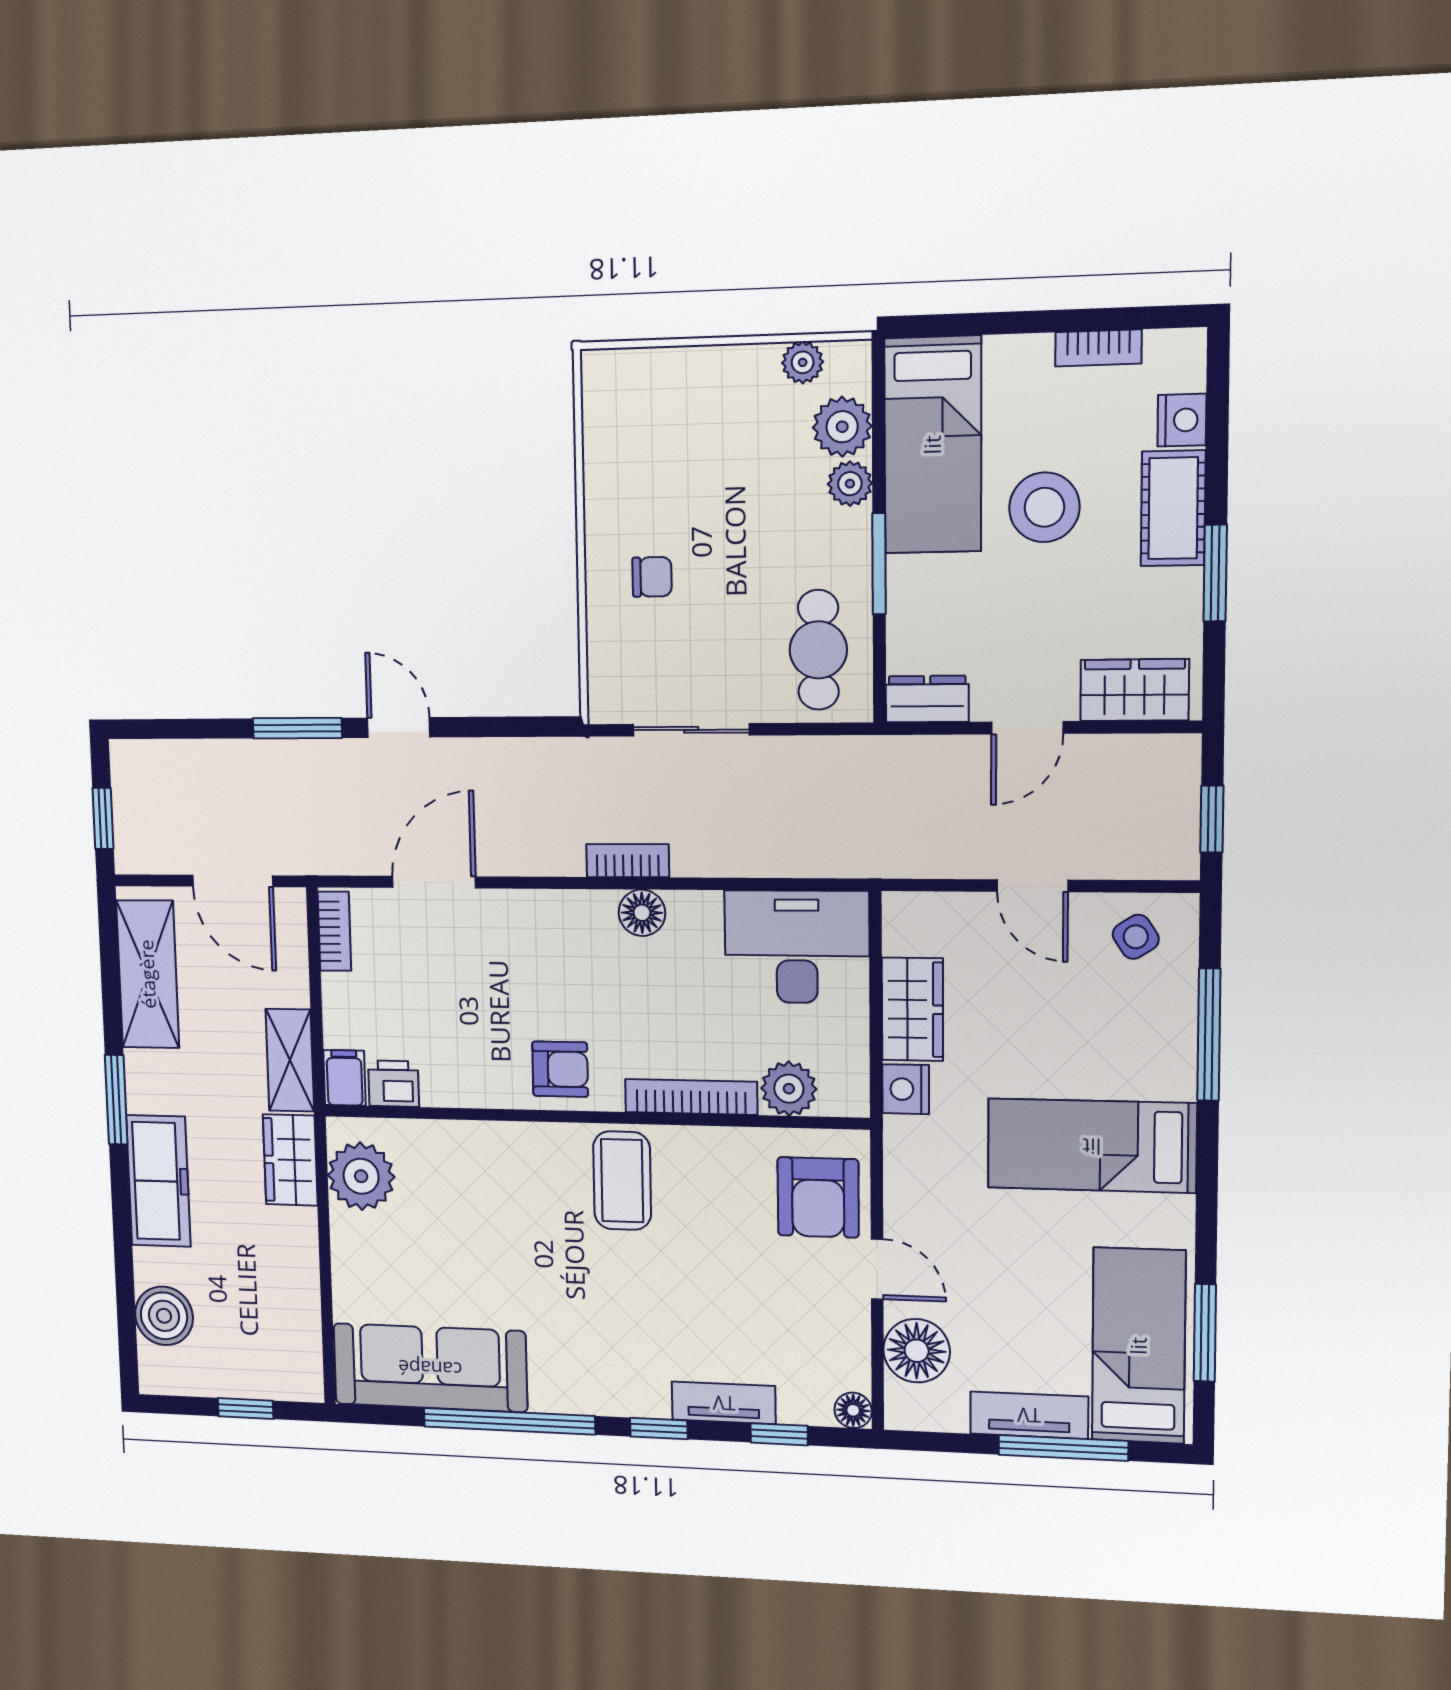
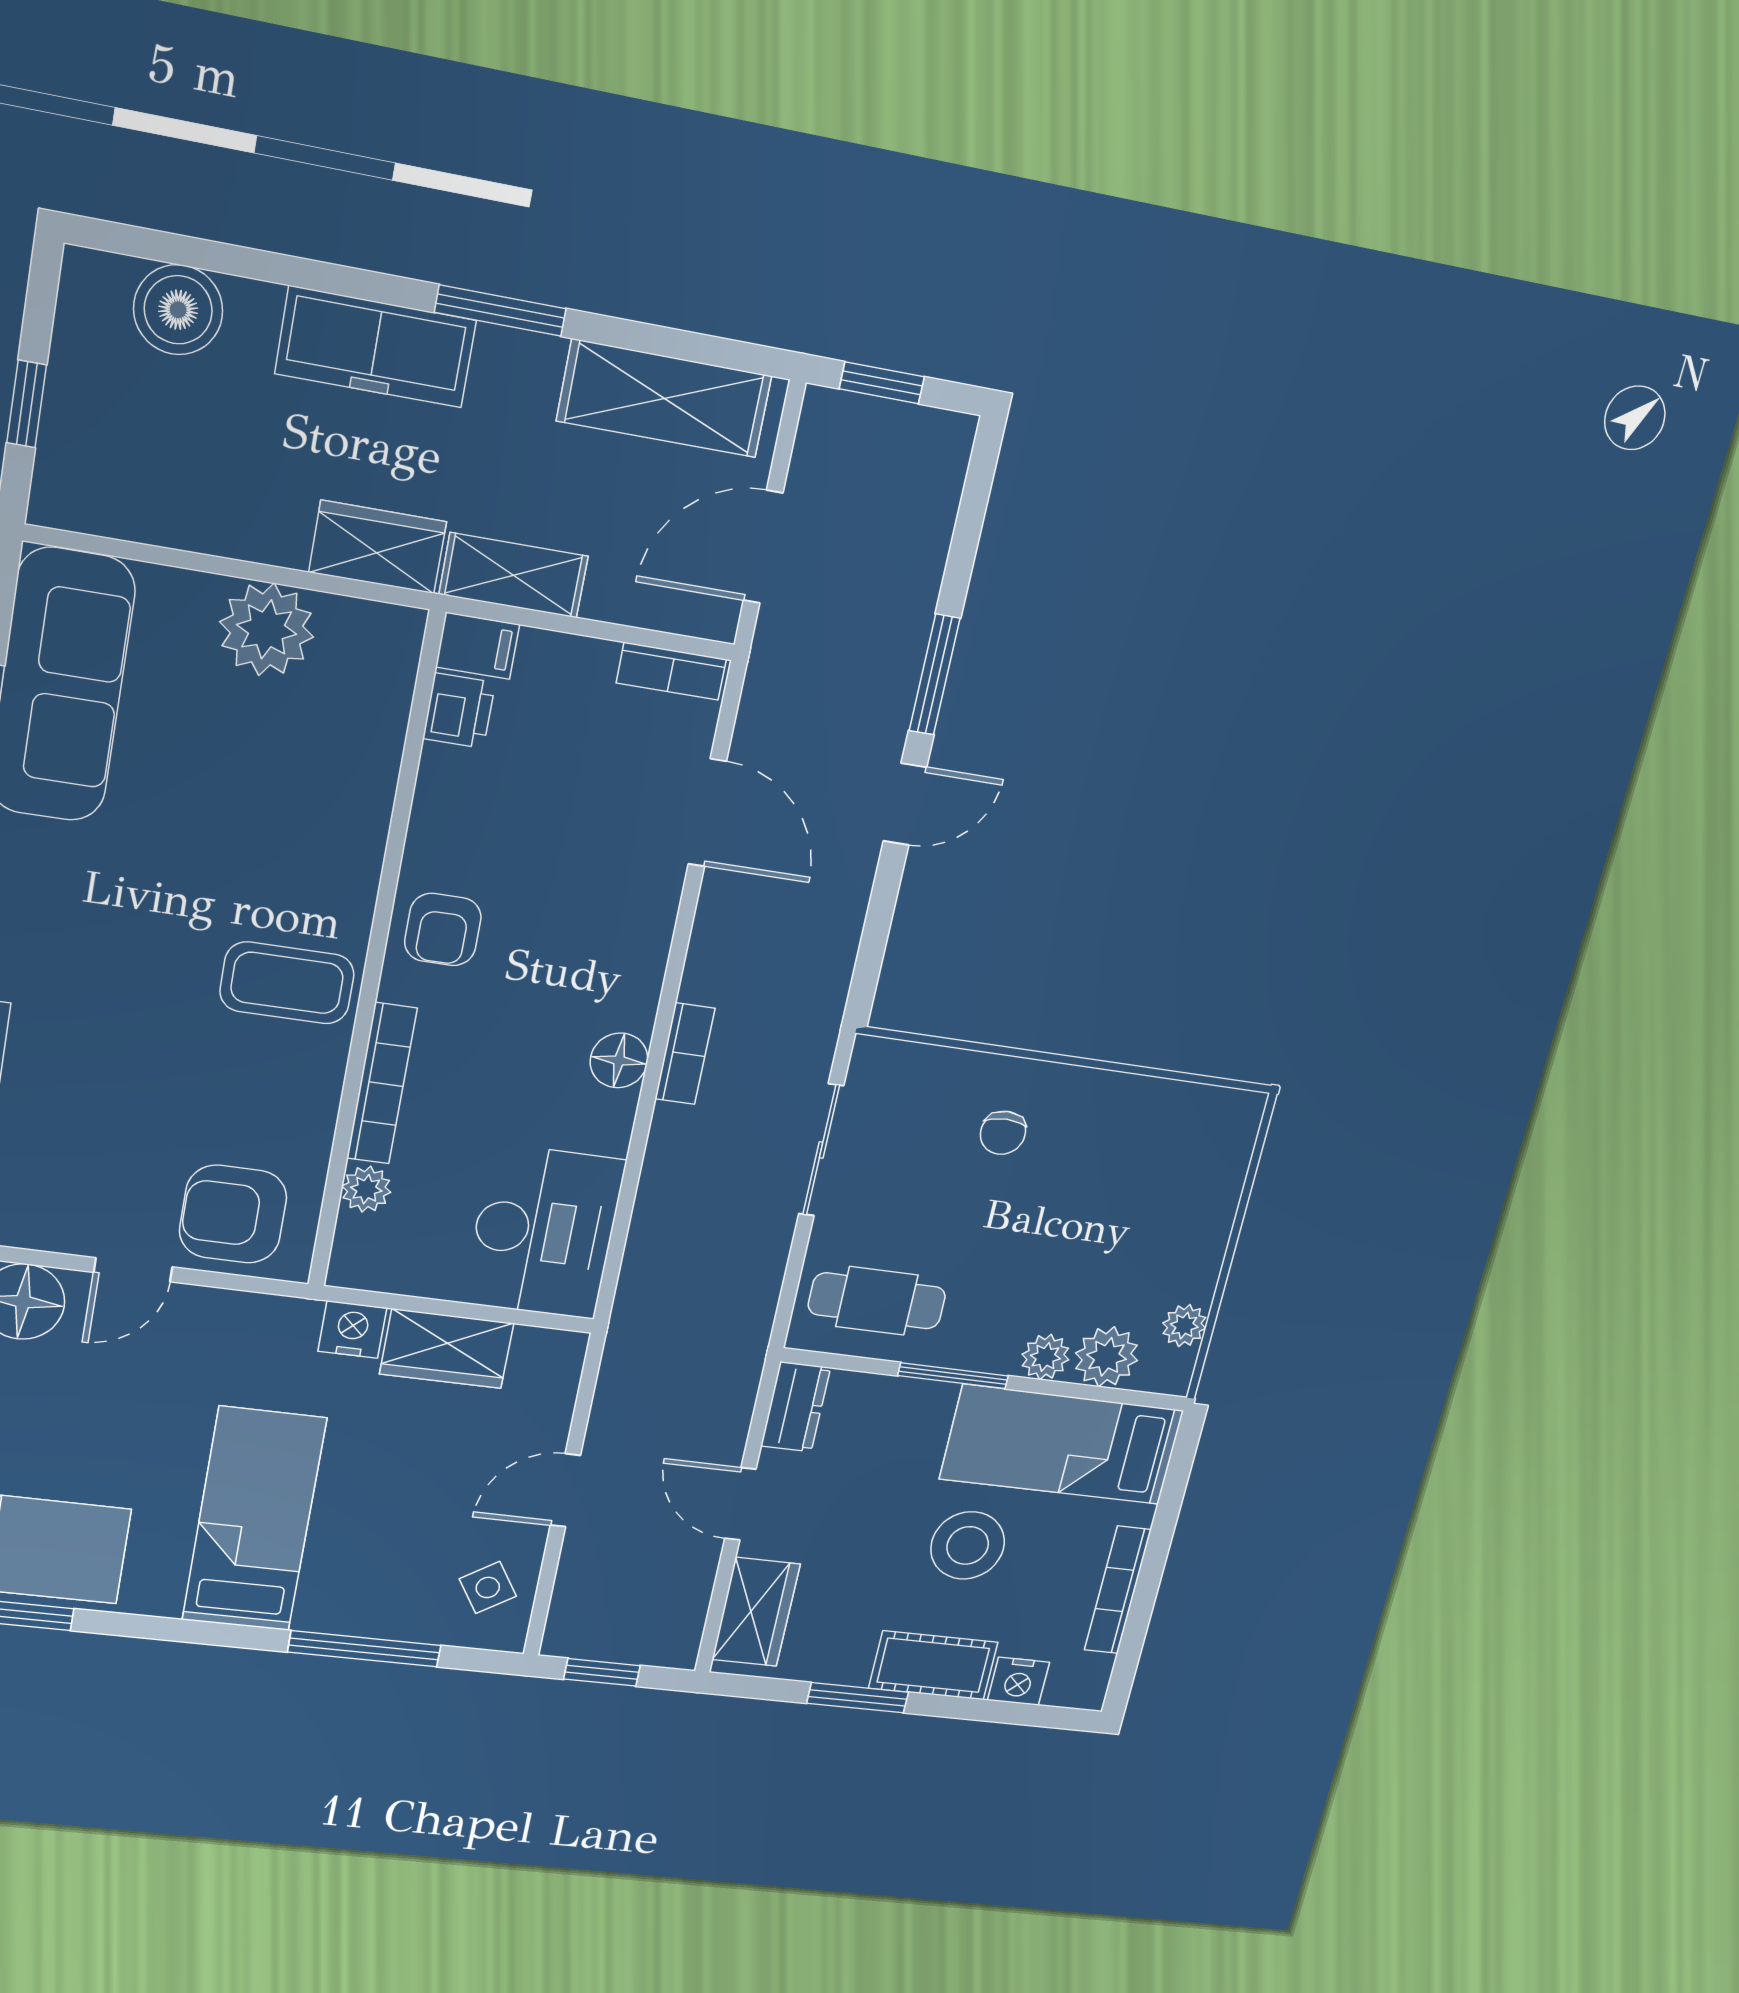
bookcase: (1098, 348) -> (1118, 1590), width x1.56
plant: (789, 1089) -> (366, 1189), width x0.73, depth x0.73
plant: (361, 1176) -> (267, 629), moved

